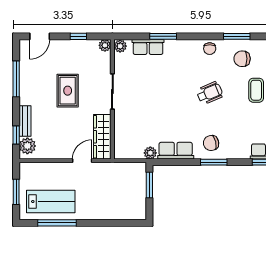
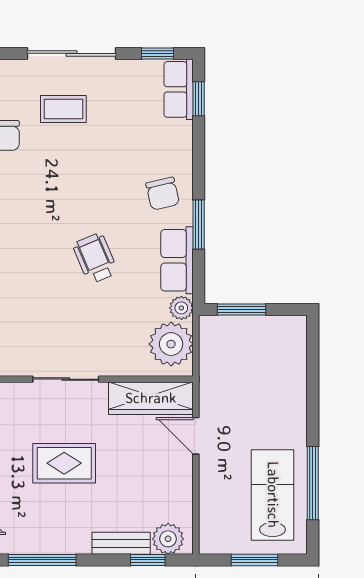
wheelchair: (210, 93) -> (95, 258), moved
plant: (131, 147) -> (171, 344), added
window: (214, 162) -> (199, 224), moved

